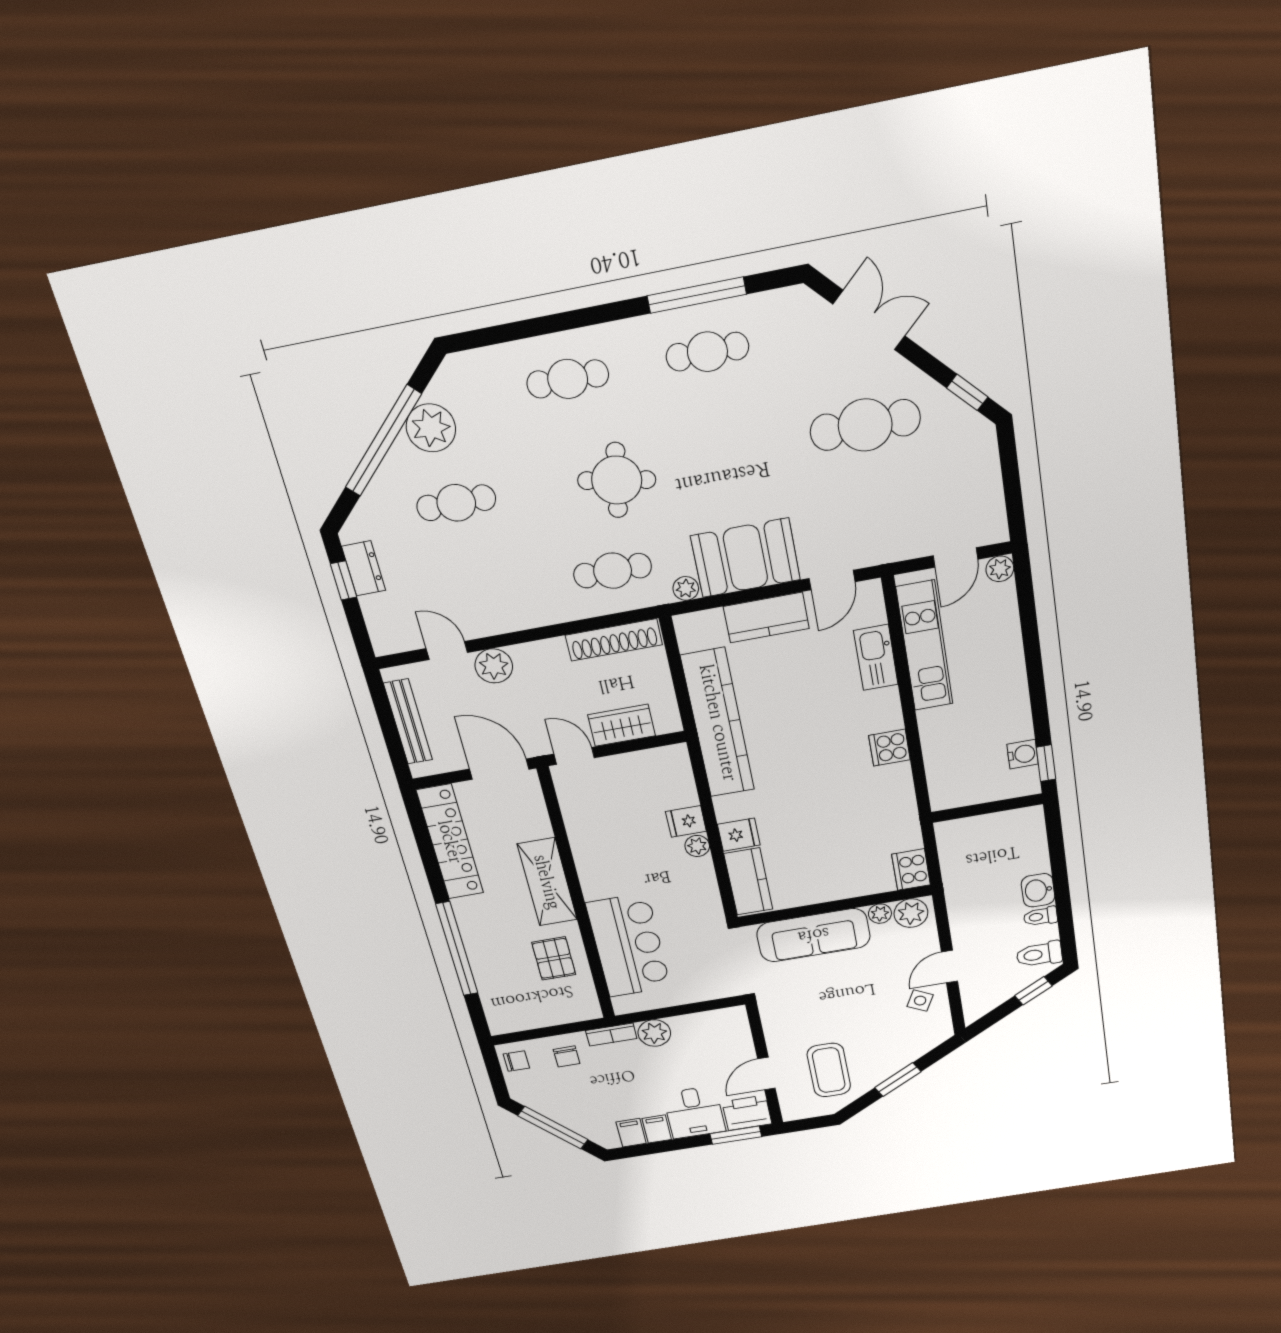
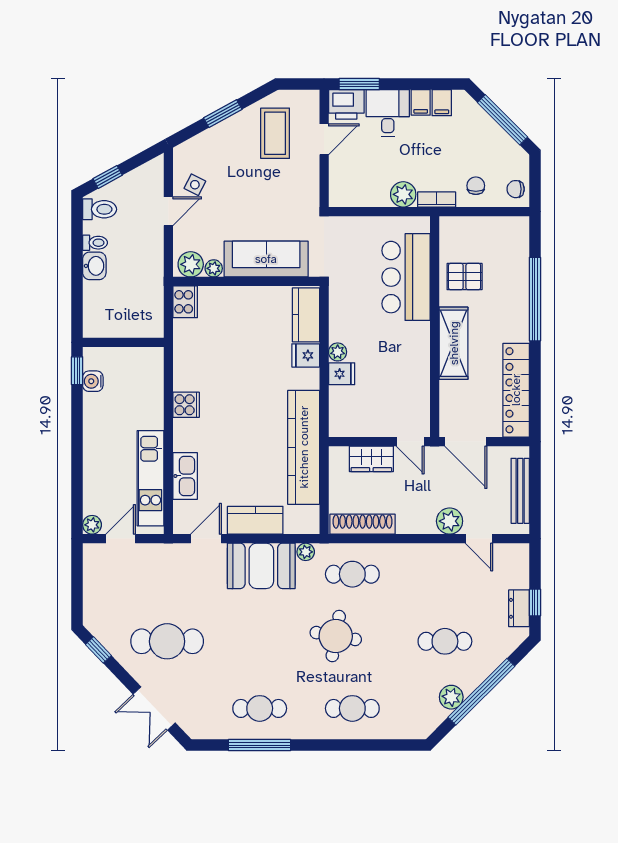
plant: (431, 428) -> (451, 697), width x0.73, depth x0.73
pallet: (554, 958) -> (465, 277), turned 90

